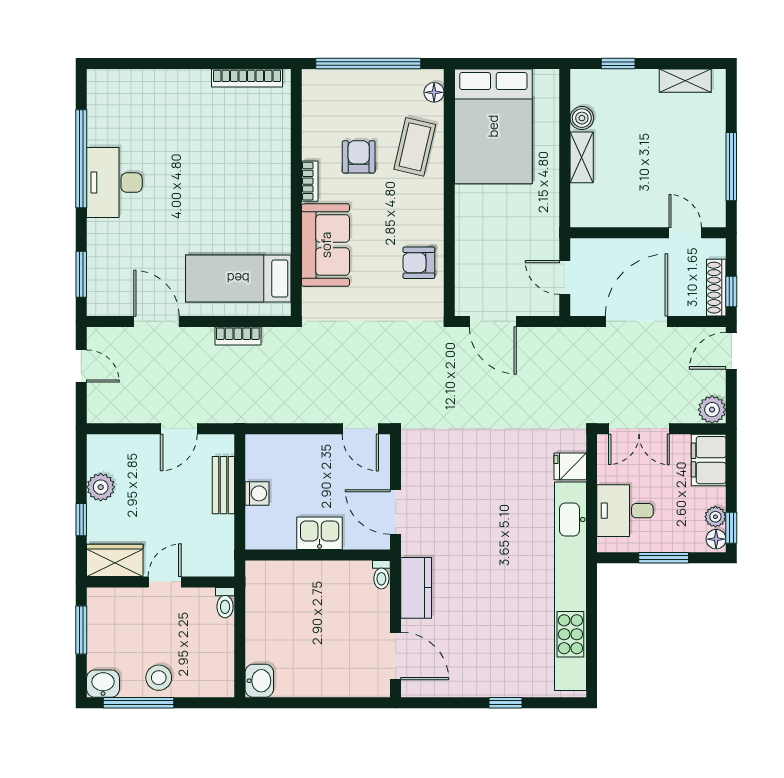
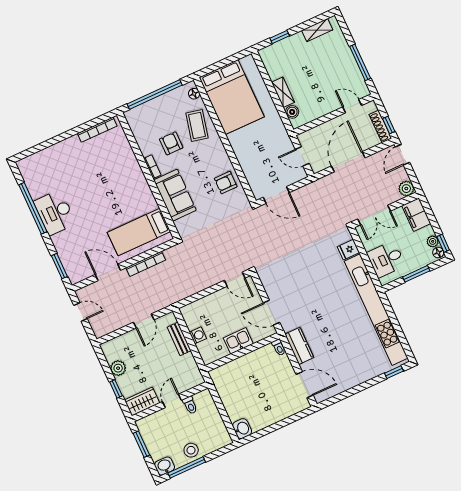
boiler: (582, 118) -> (292, 112), moved
bookcase: (238, 336) -> (146, 264), width x1.56
toilet: (225, 603) -> (190, 405), moved
window: (506, 703) -> (394, 372), moved

